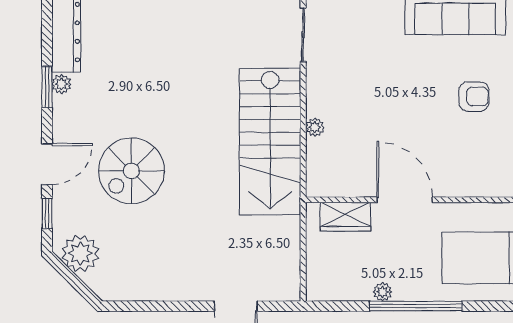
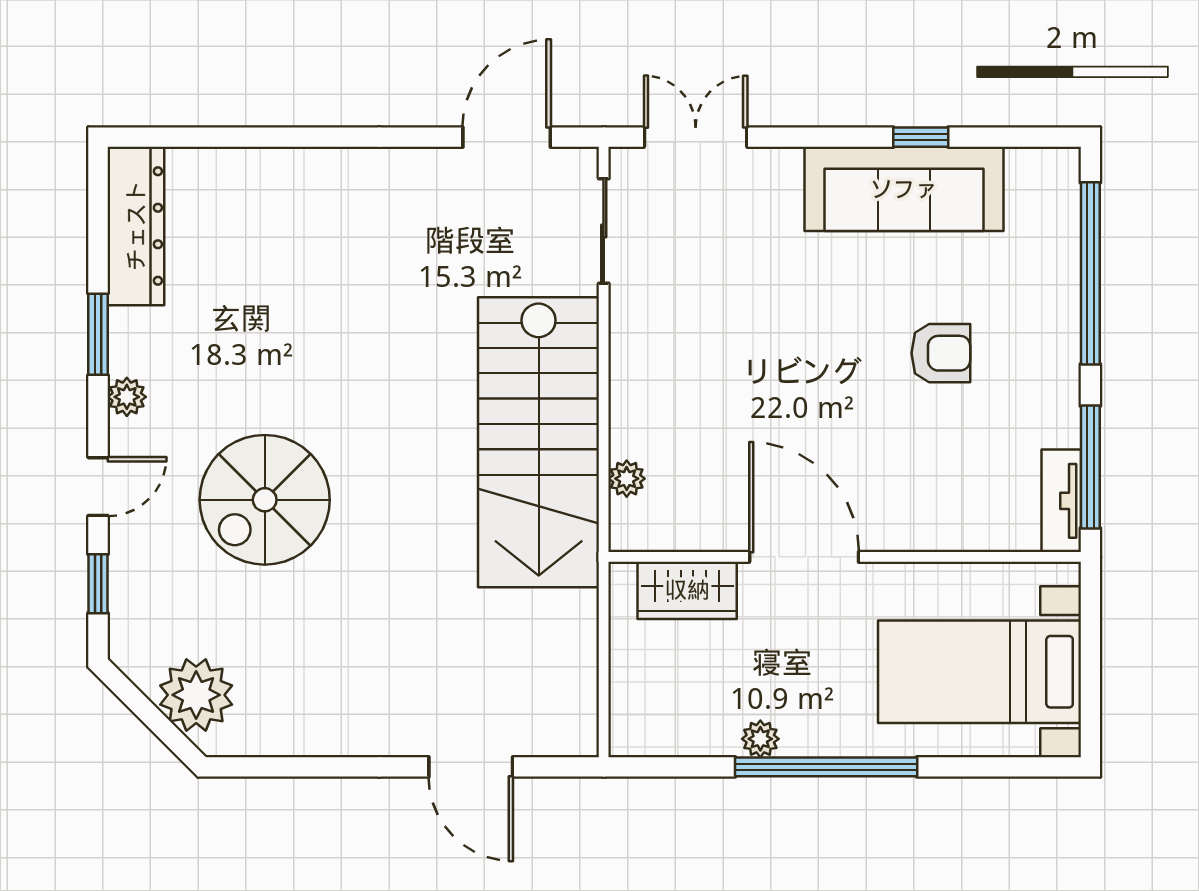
plant: (62, 84) -> (127, 397), moved
plant: (315, 127) -> (627, 479), moved
door: (47, 164) -> (98, 487), width x0.73
plant: (80, 253) -> (196, 695), moved

